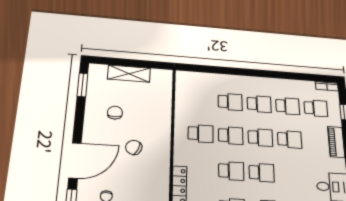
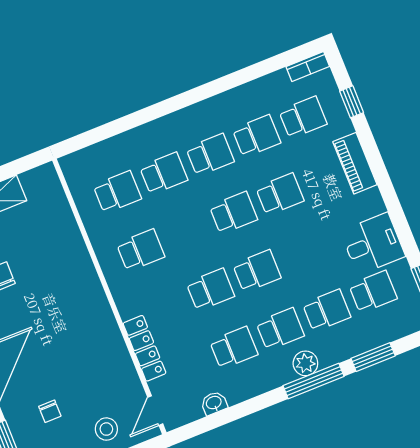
school desk: (231, 136) -> (117, 192), moved
chair: (134, 147) -> (53, 320), removed

